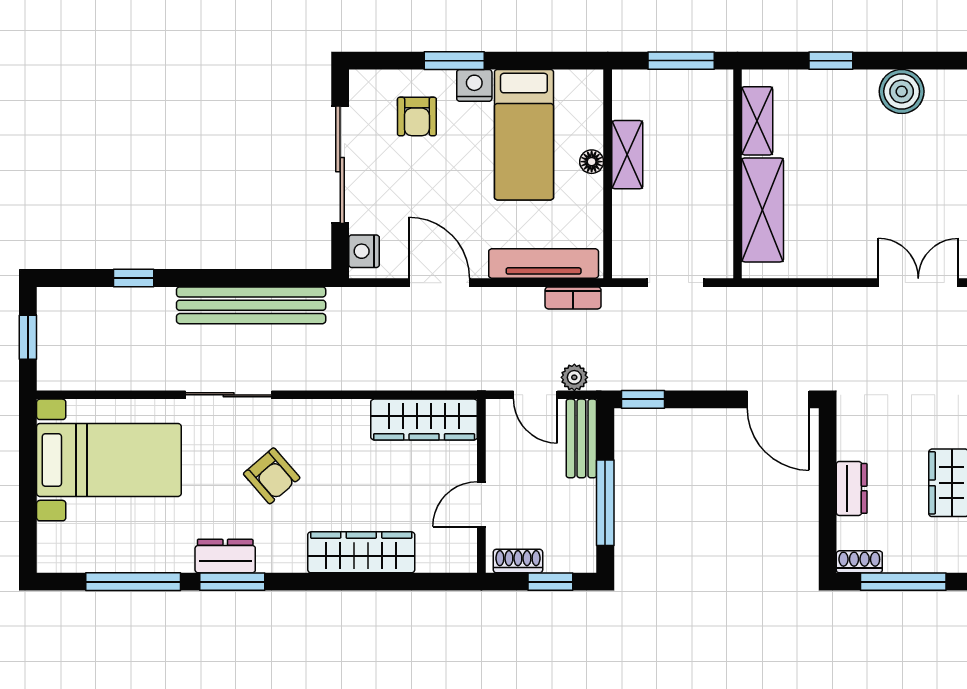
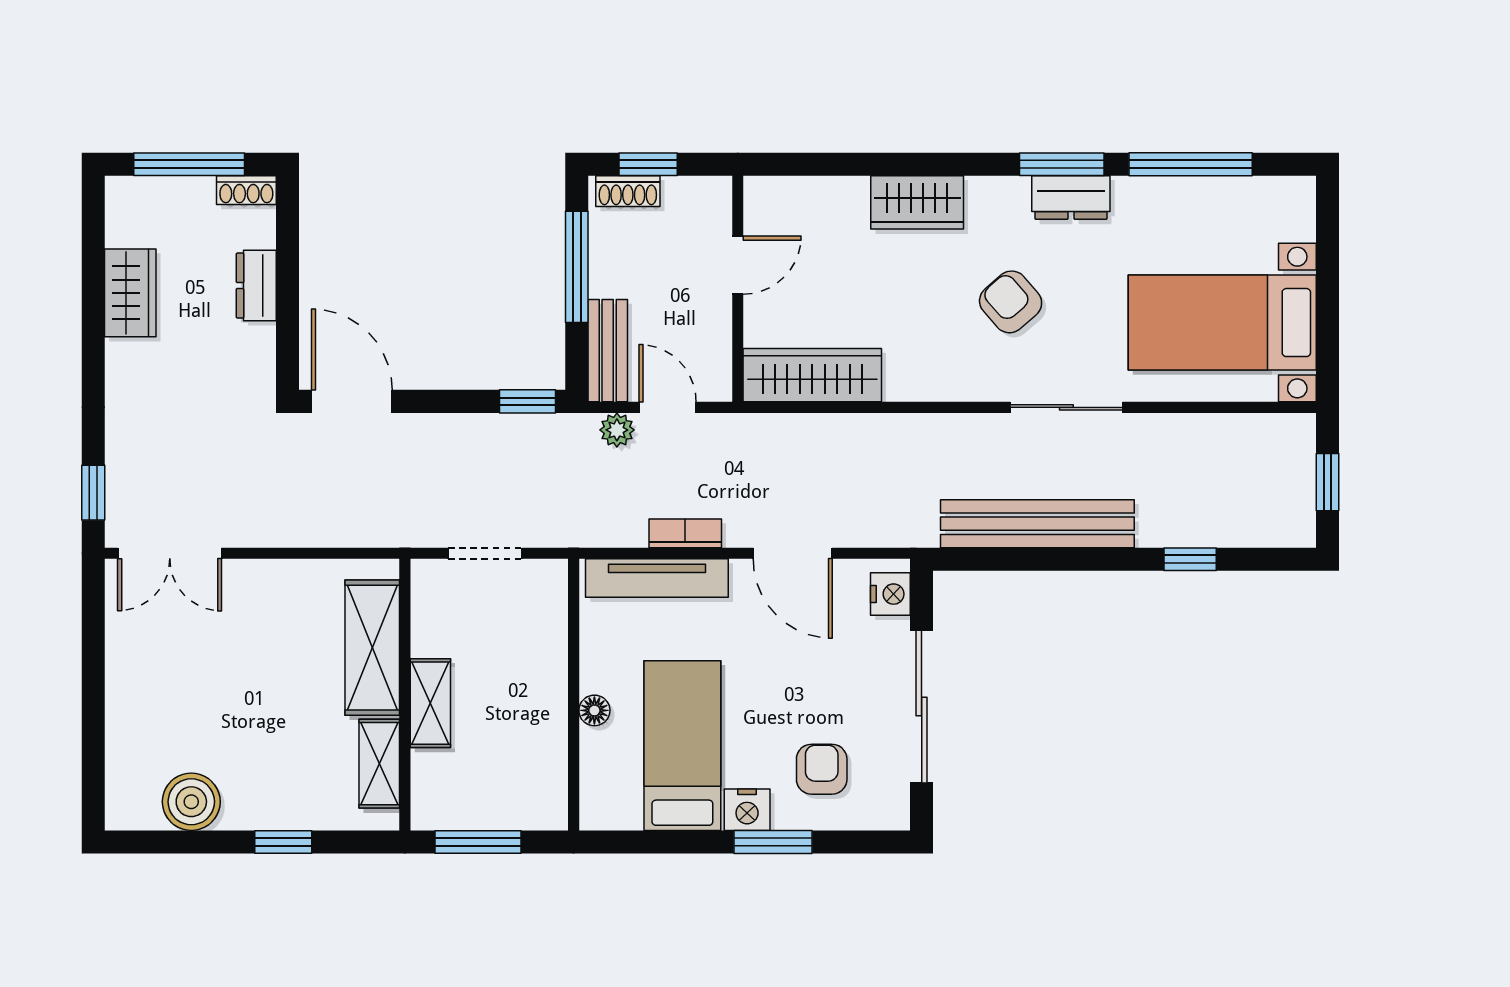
shelving: (627, 155) -> (430, 703), moved
bookcase: (573, 298) -> (685, 533), moved
wardrobe: (361, 552) -> (917, 202), width x0.67
shoe rack: (518, 561) -> (628, 191), moved

